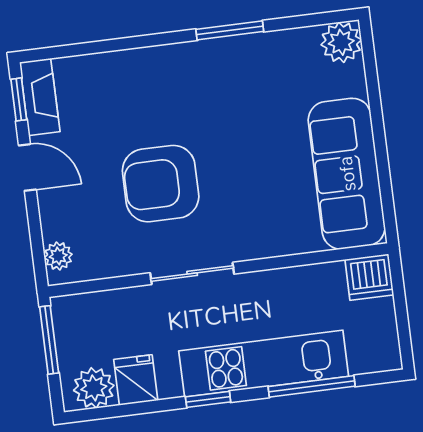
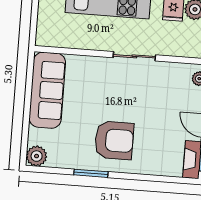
armchair: (161, 184) -> (114, 140), moved
dishwasher: (369, 277) -> (47, 36), removed

